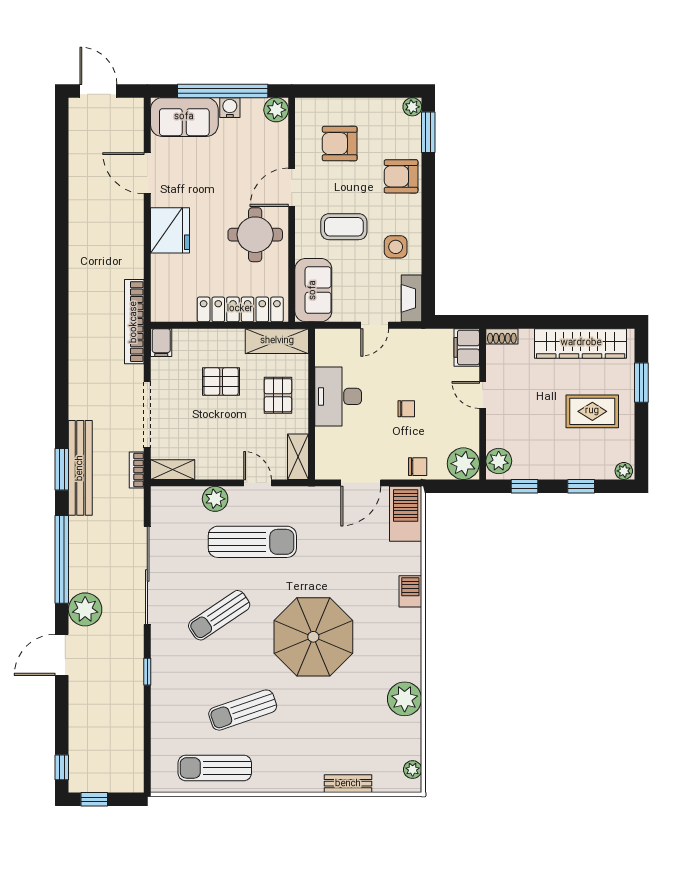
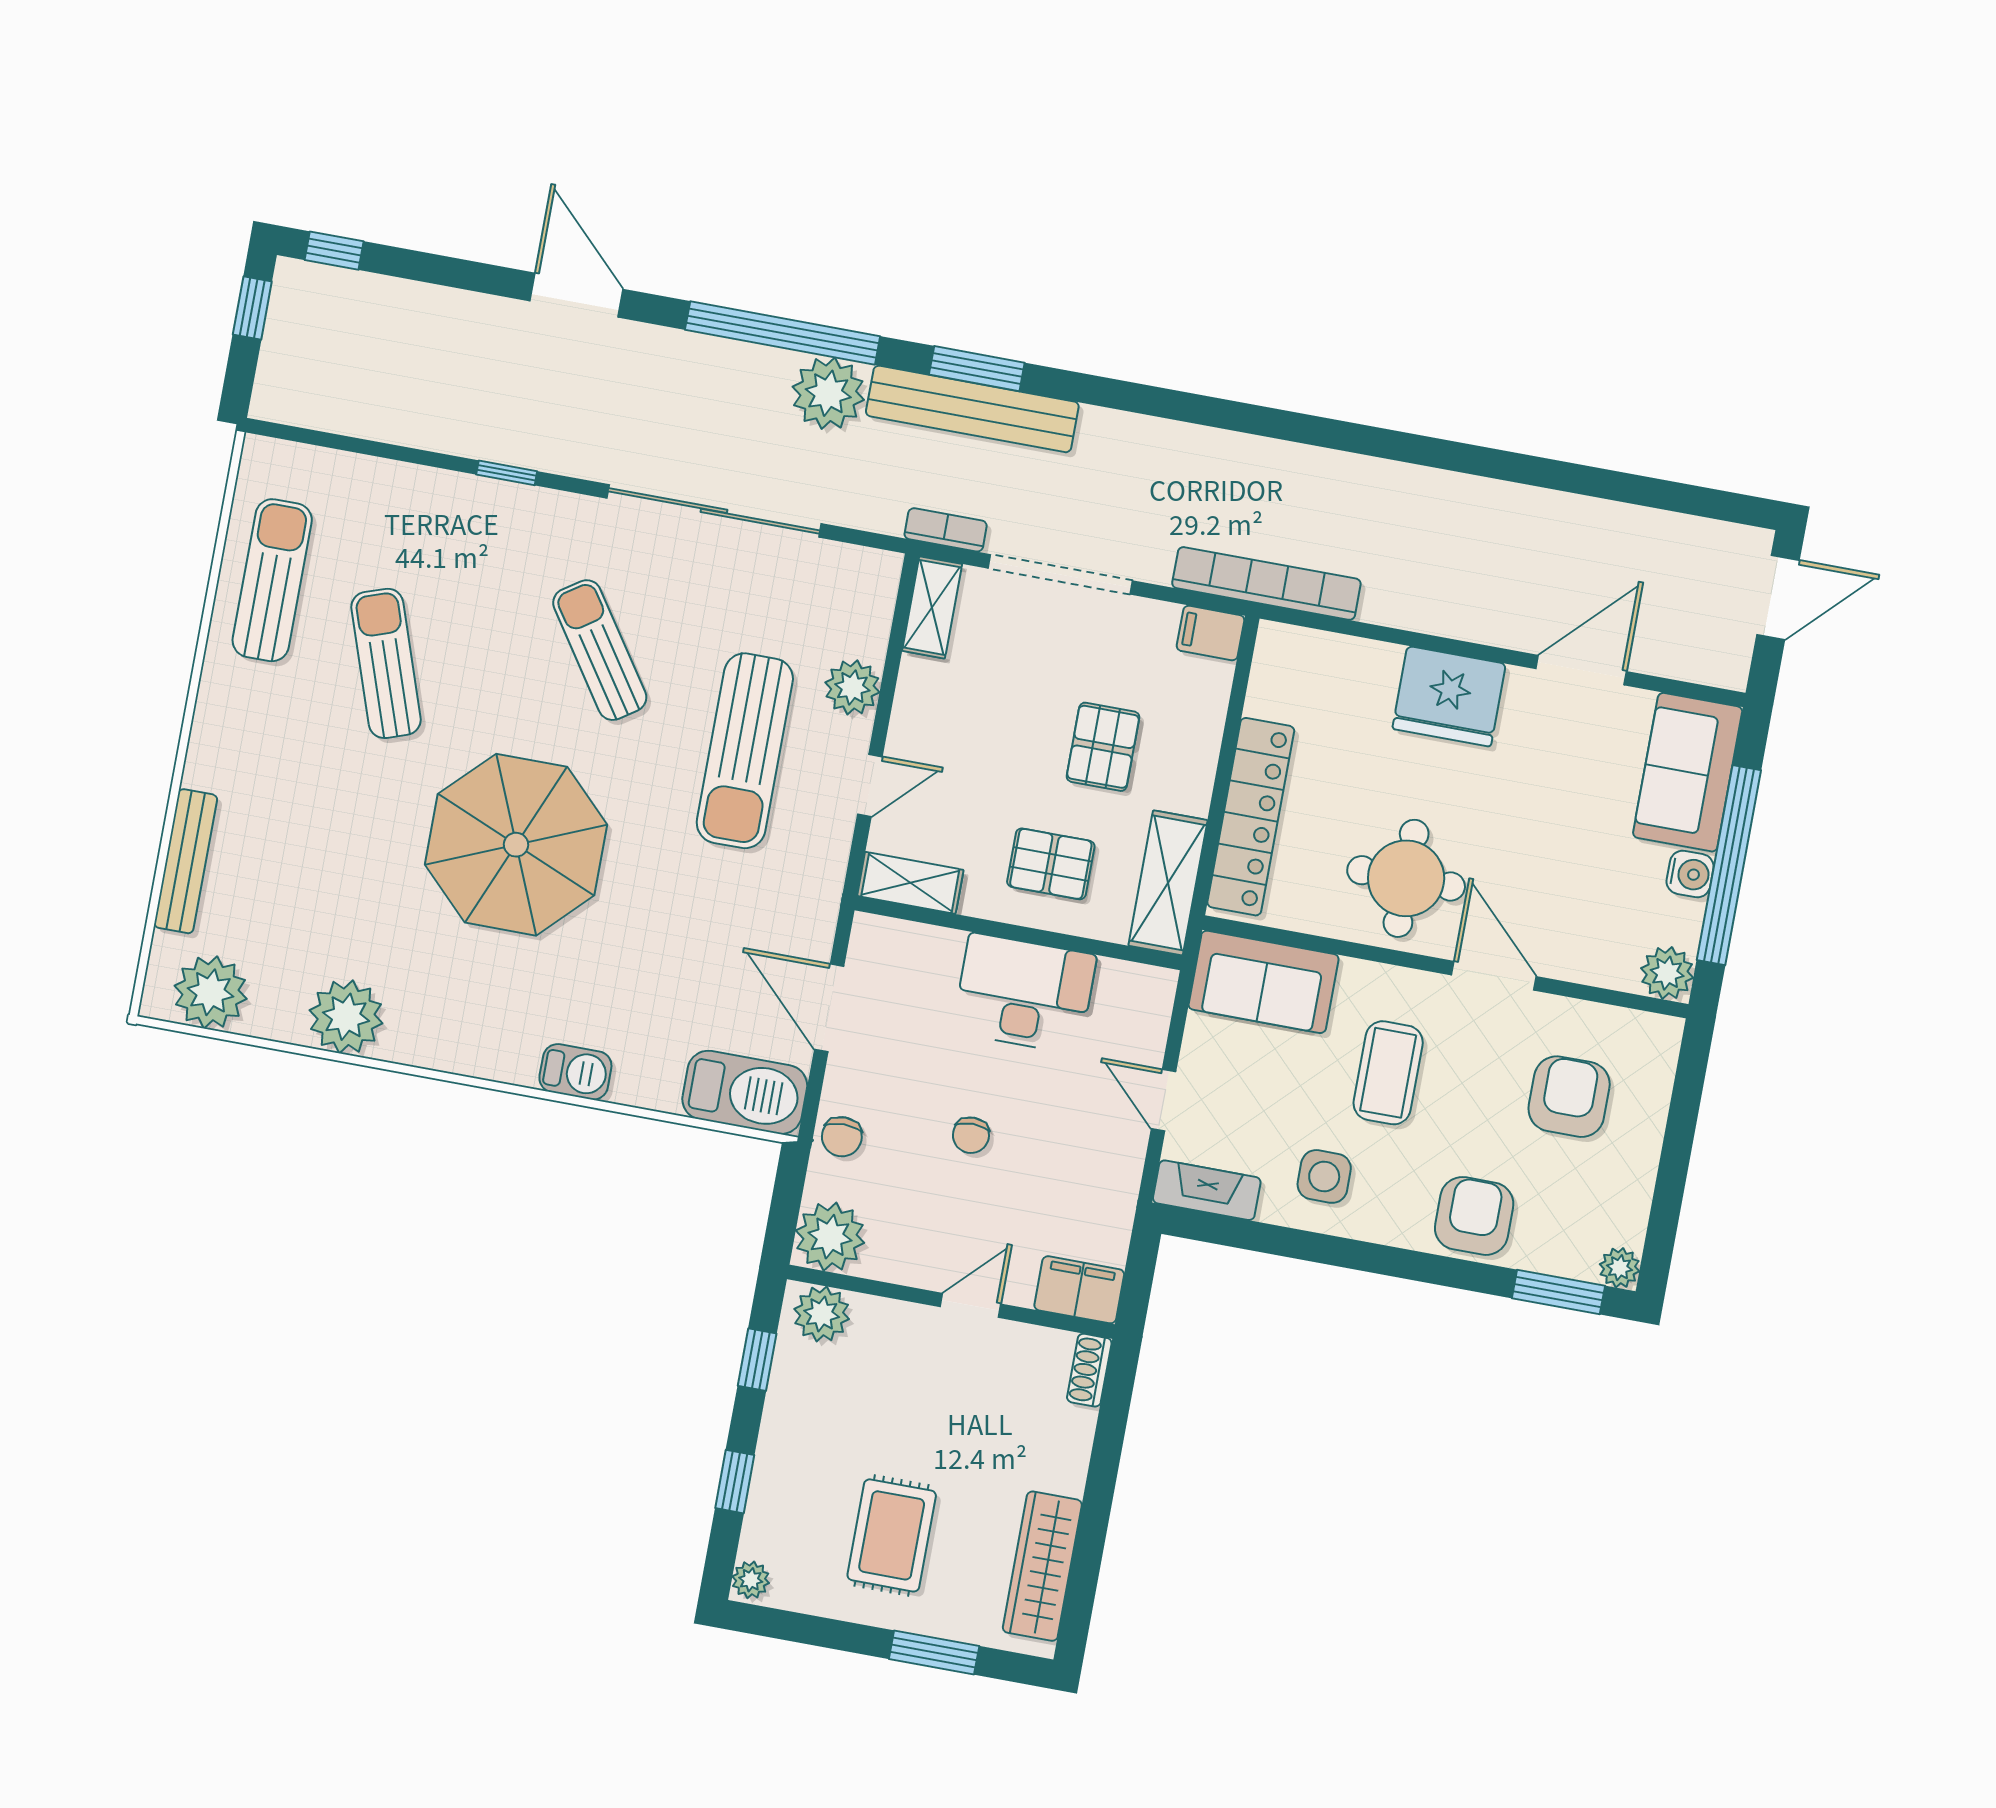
wardrobe: (581, 343) -> (1042, 1566), width x0.71, depth x0.85
plant: (85, 609) -> (828, 393), moved
plant: (413, 770) -> (211, 992), width x1.87, depth x1.87
bench: (348, 784) -> (186, 861), width x1.36

